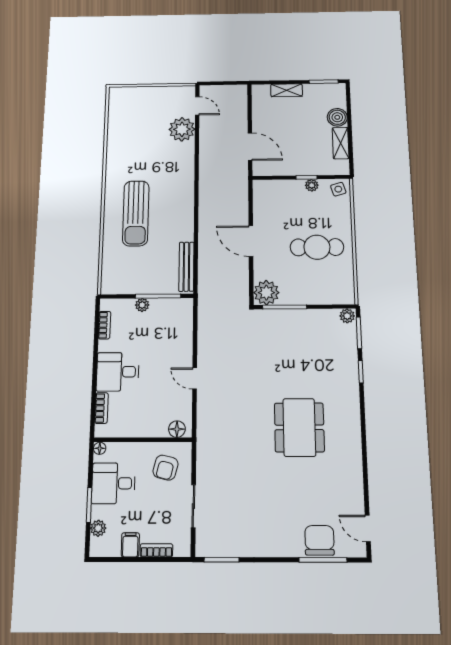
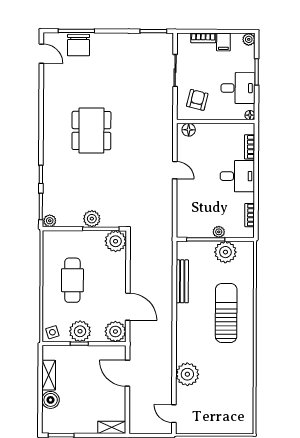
shelving: (287, 90) -> (112, 427), moved
plant: (182, 129) -> (187, 374), moved
plant: (312, 185) -> (80, 331), width x1.87, depth x1.87
plant: (265, 191) -> (115, 332), added
door: (251, 241) -> (128, 307), moved
cafe table: (317, 247) -> (72, 280), turned 90
bench: (186, 267) -> (182, 281), moved
plant: (135, 282) -> (225, 252), added
plant: (296, 319) -> (92, 219), added
plant: (98, 528) -> (249, 39), moved

